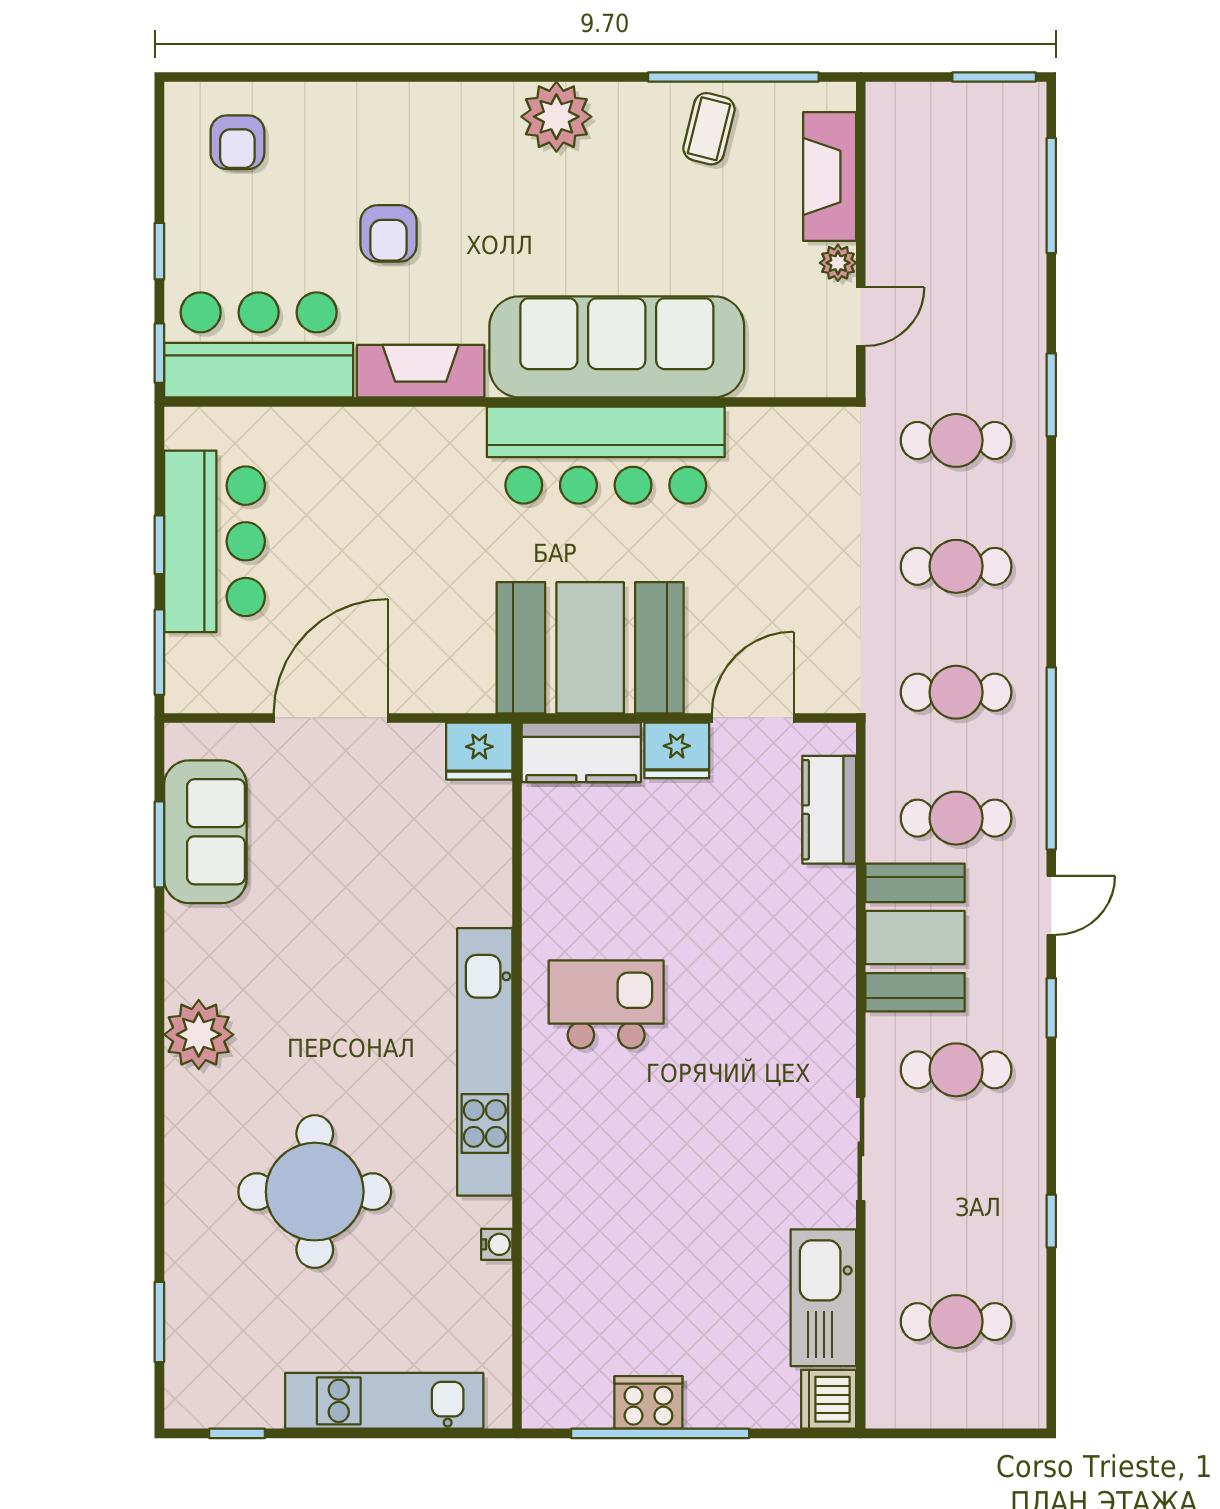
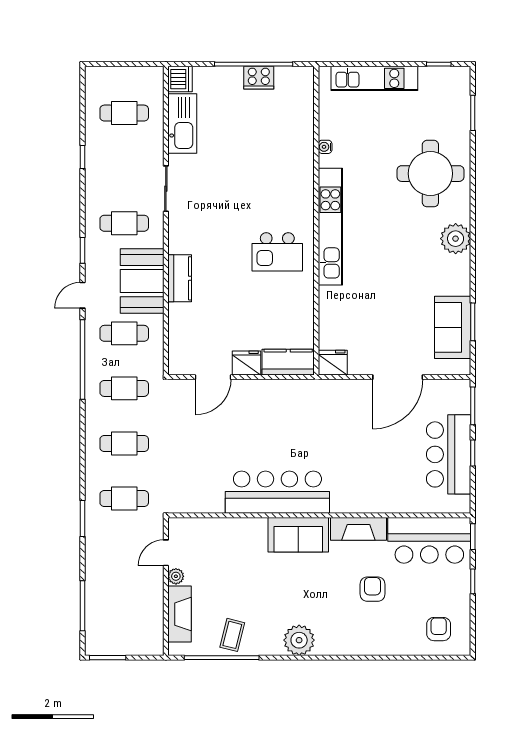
sofa: (617, 347) -> (298, 535), width x0.54, depth x0.79
booth: (590, 648) -> (284, 408), removed
kitchen counter: (829, 810) -> (180, 278), moved
round table: (315, 1192) -> (430, 174), moved

